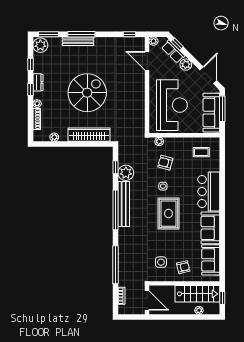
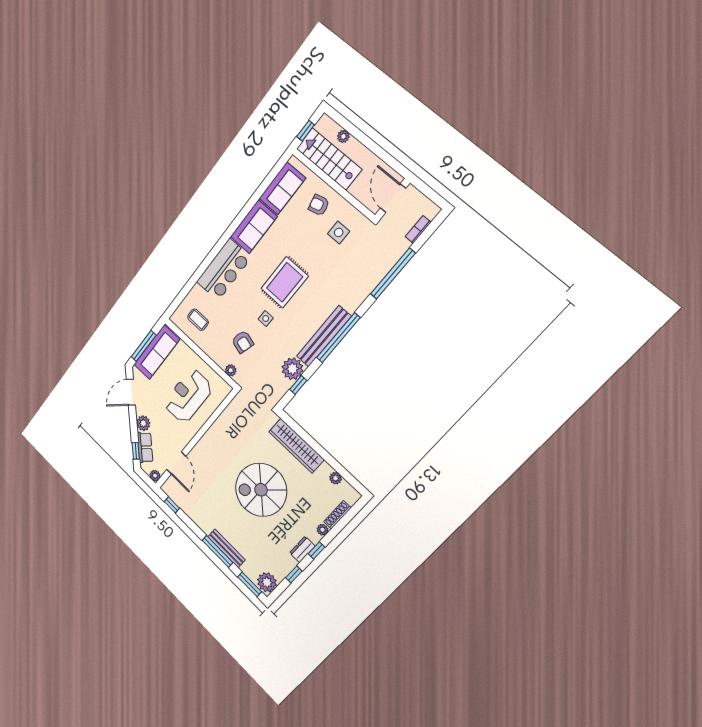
reception desk: (172, 105) -> (188, 396), width x0.74, depth x0.77

